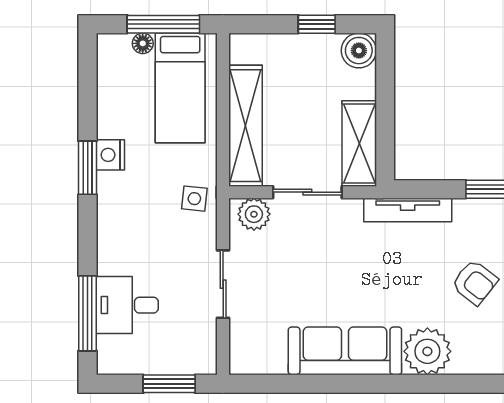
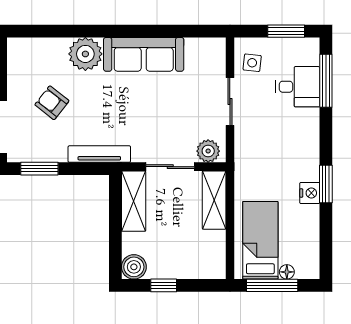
shelving: (246, 126) -> (214, 200), width x0.68
side table: (194, 199) -> (252, 63), moved
window: (169, 384) -> (286, 31), moved

